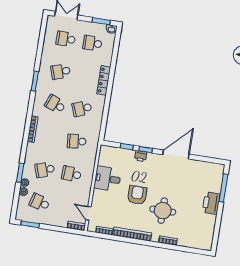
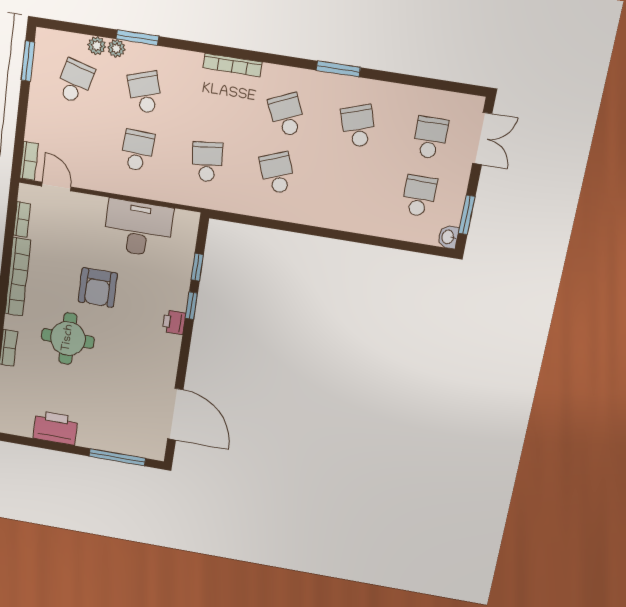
locker: (104, 80) -> (337, 220), removed
school desk: (55, 104) -> (287, 115), turned -45
door: (176, 154) -> (175, 414), moved
printer: (141, 156) -> (174, 322), moved
desk: (107, 179) -> (138, 228), width x1.37
armchair: (137, 195) -> (98, 287), turned 90
printer: (211, 203) -> (55, 428), moved
door: (88, 213) -> (56, 186), hinge flipped

